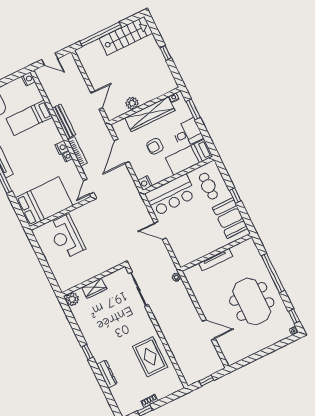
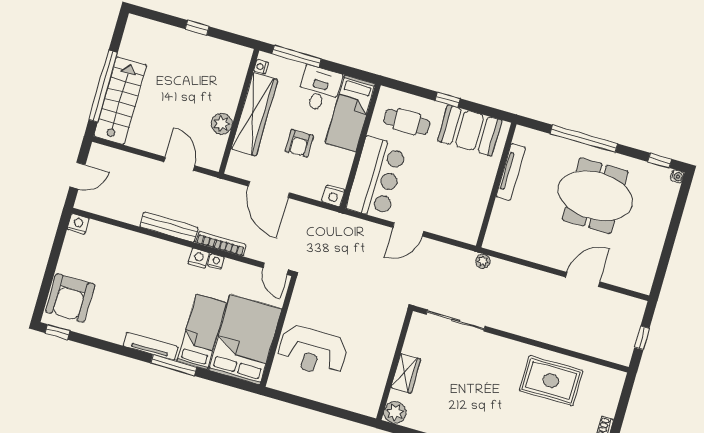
stairs: (126, 36) -> (120, 101), moved
window: (193, 110) -> (297, 56), width x1.44
bed: (29, 118) -> (202, 332), moved, turned 180
tv unit: (216, 260) -> (511, 172), moved

